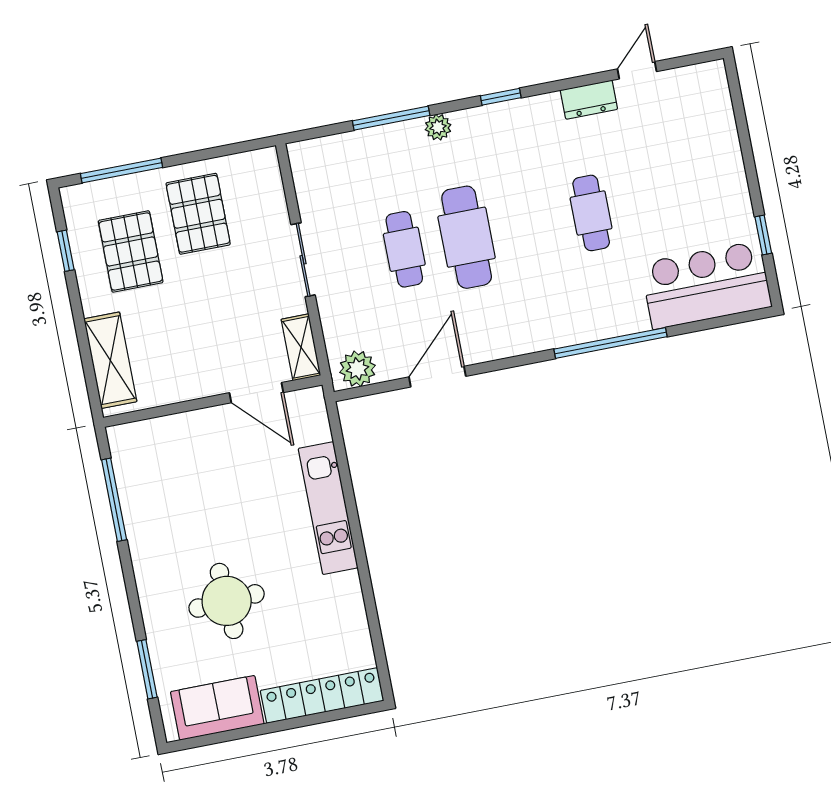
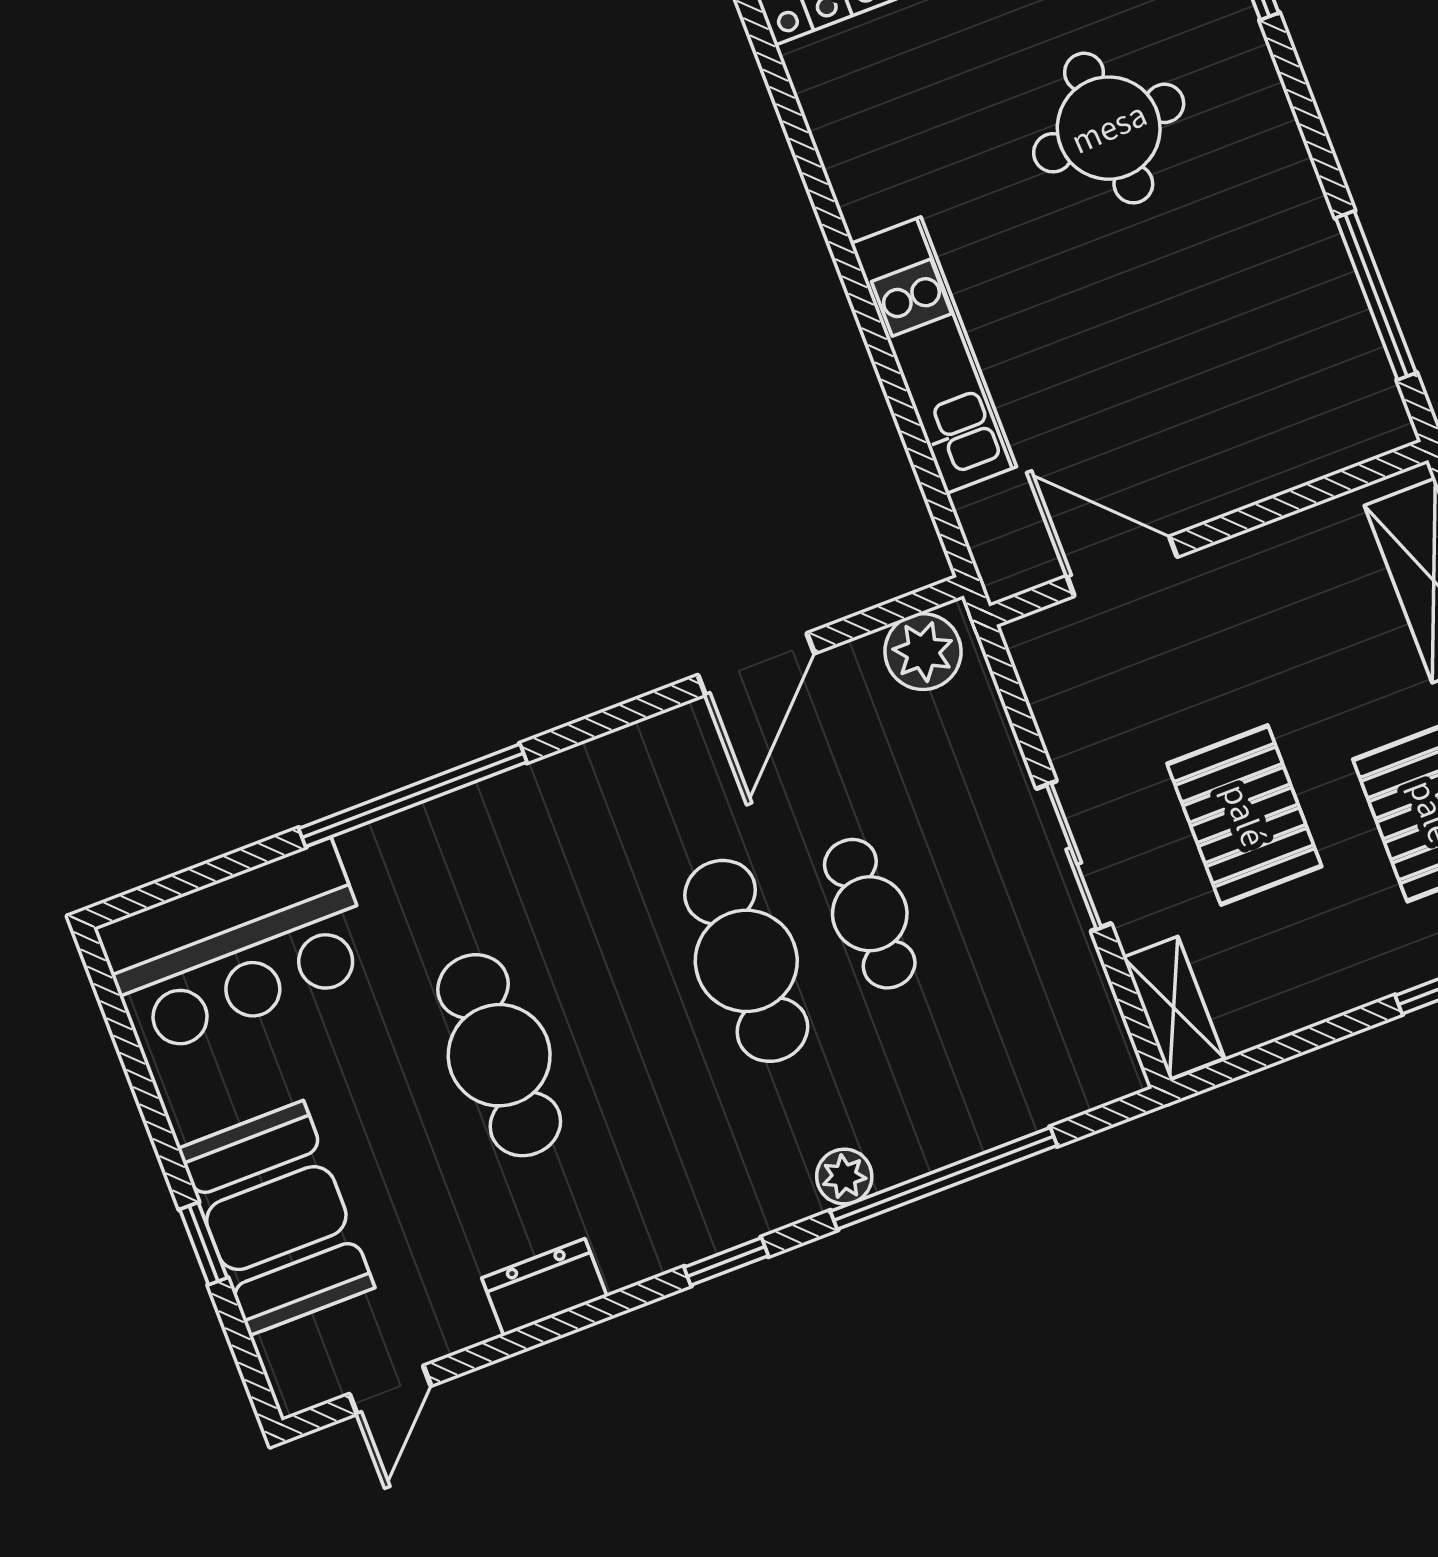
door: (637, 70) -> (390, 1390), moved
window: (391, 118) -> (944, 1178), width x1.46
booth: (710, 154) -> (276, 1218), added
cafe table: (591, 213) -> (499, 1055), width x1.37, depth x1.35
pallet: (198, 214) -> (1244, 815), moved
window: (763, 235) -> (203, 1244), moved
shelving: (301, 347) -> (1174, 1008), moved

